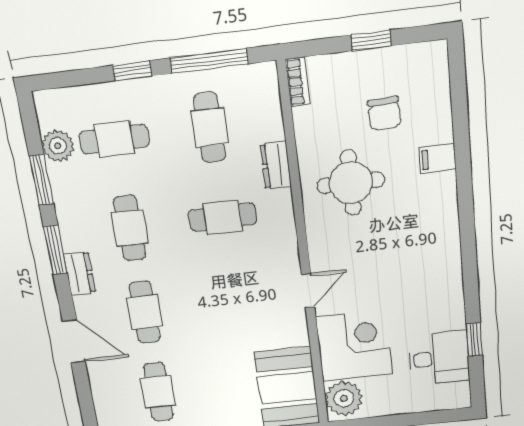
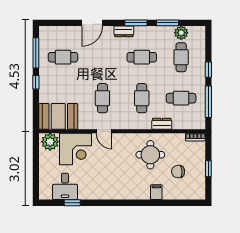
cafe table: (144, 312) -> (102, 98), moved, turned 90

